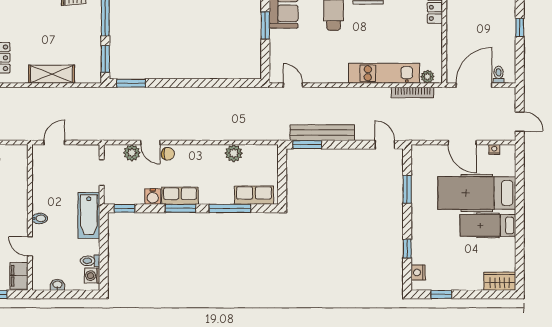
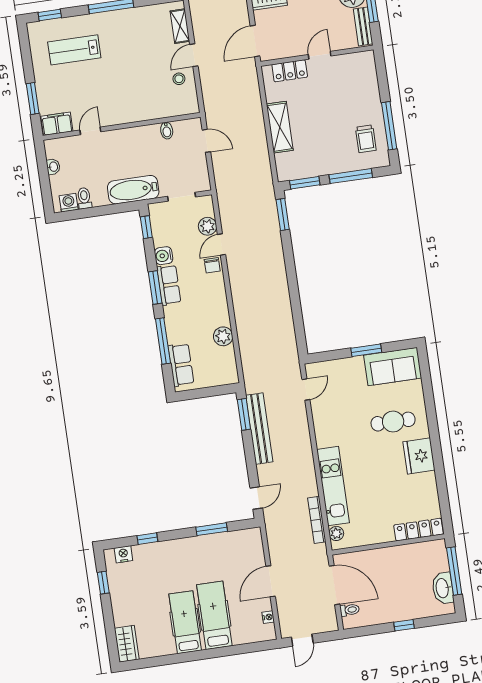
hospital bed: (477, 193) -> (214, 615), width x0.73, depth x0.78
bidet: (40, 218) -> (167, 131), moved

